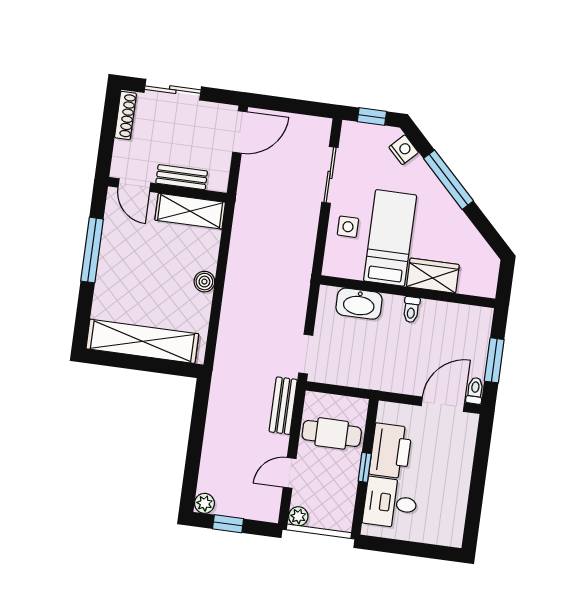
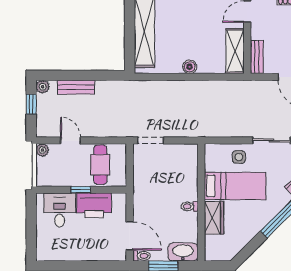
bench: (182, 177) -> (257, 57), moved
washbasin: (359, 304) -> (183, 252), moved, turned 90
bench: (283, 406) -> (76, 87), moved

